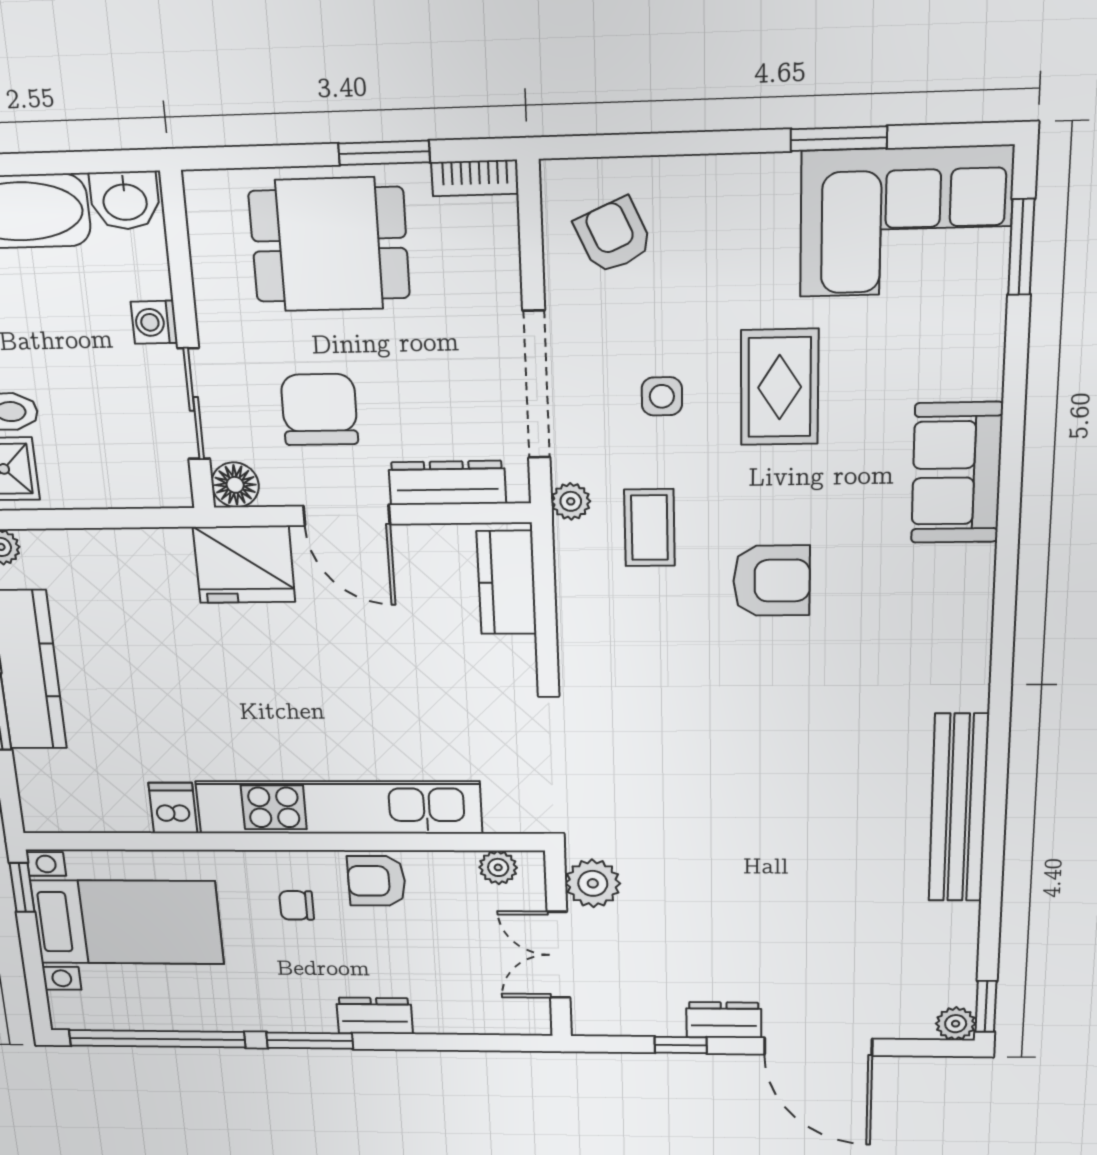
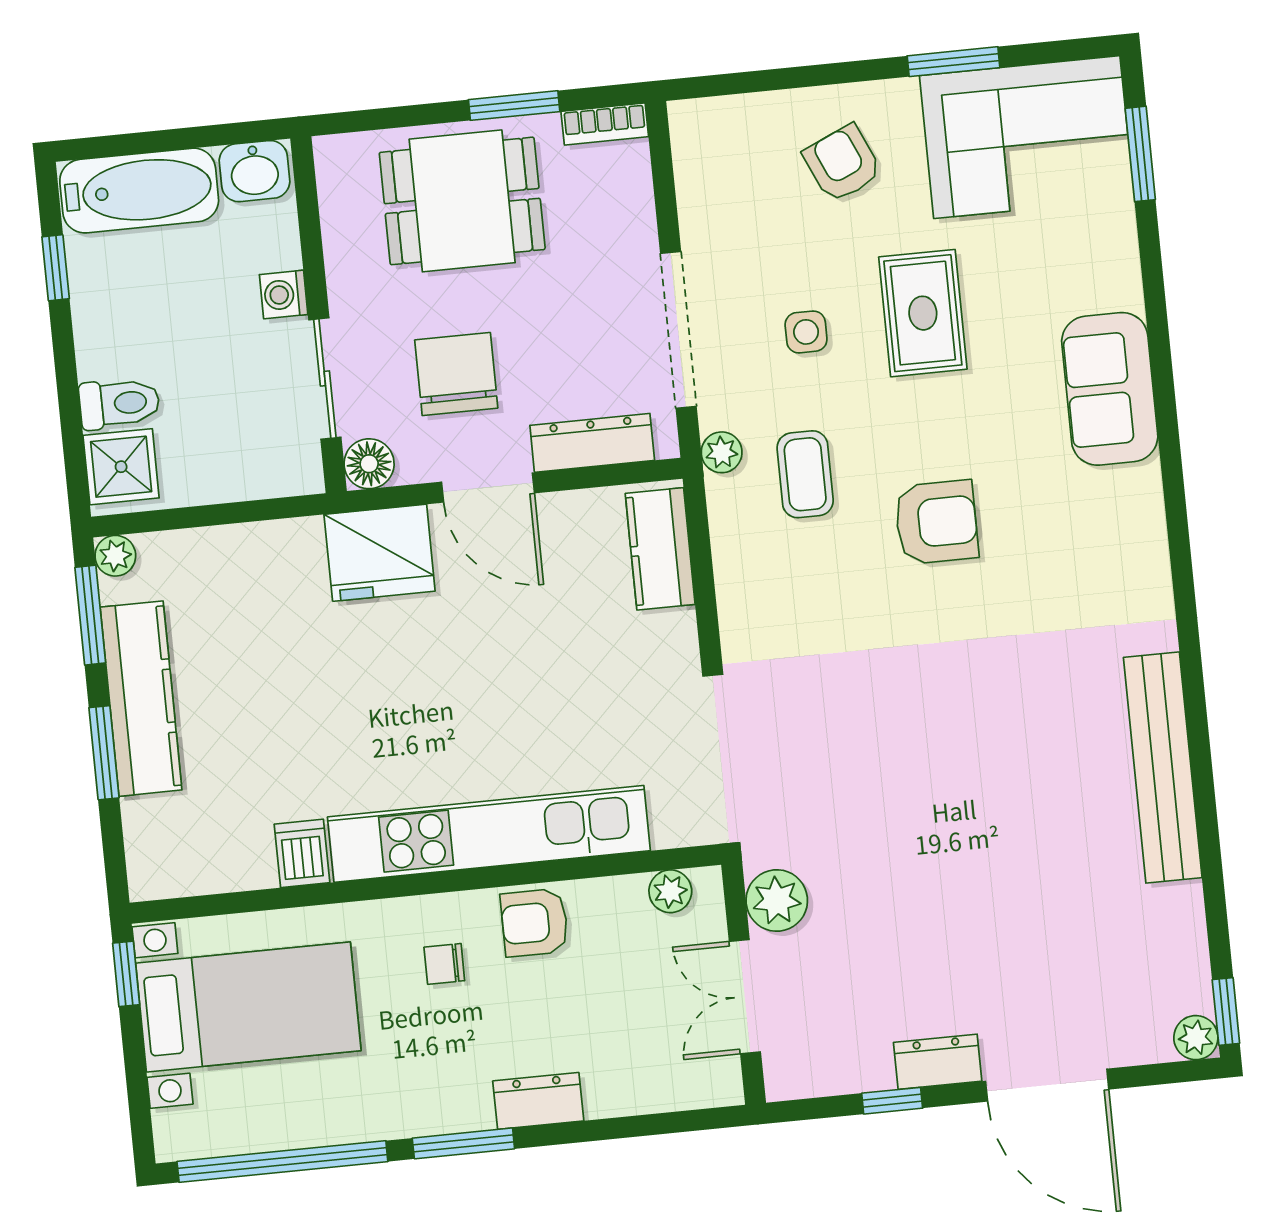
armchair: (613, 236) -> (842, 163), moved

